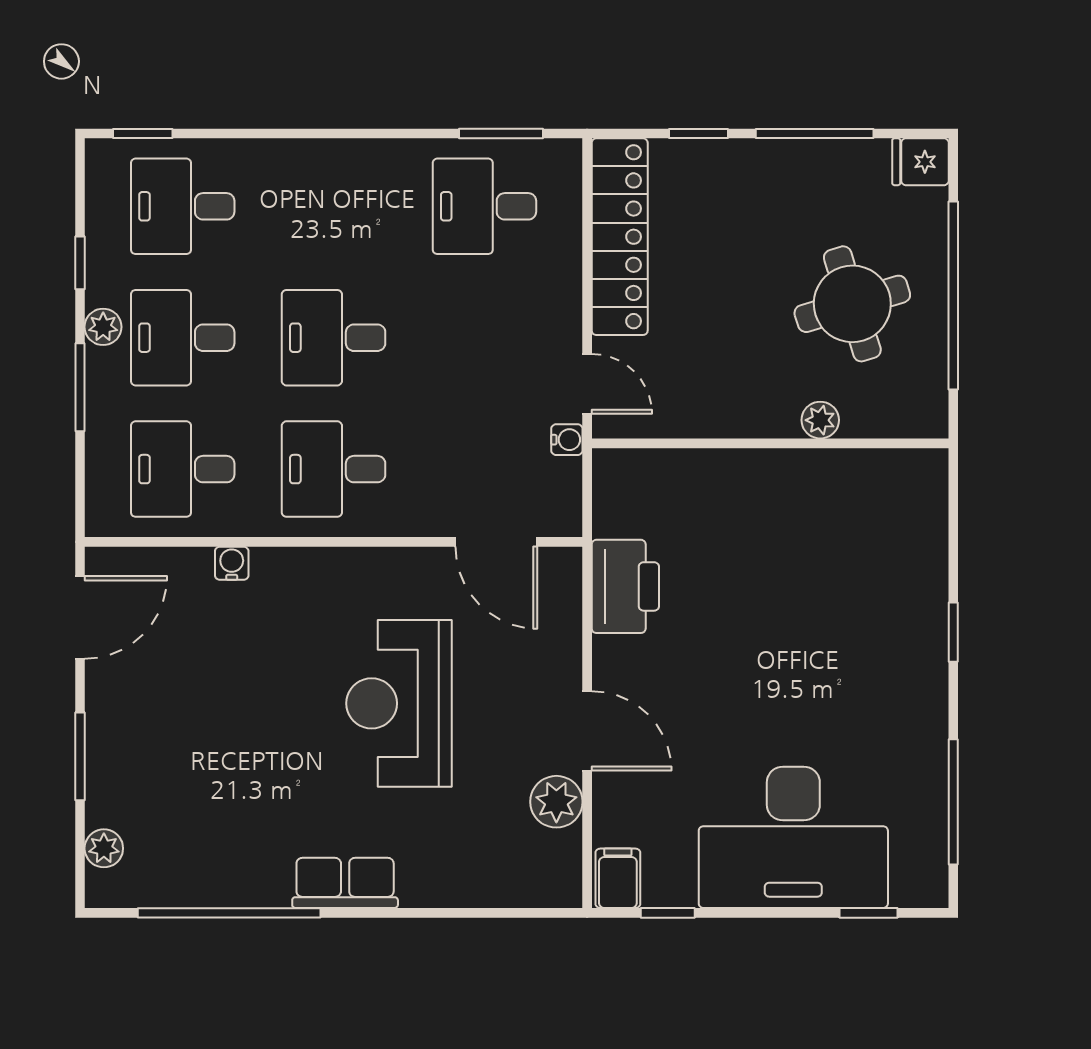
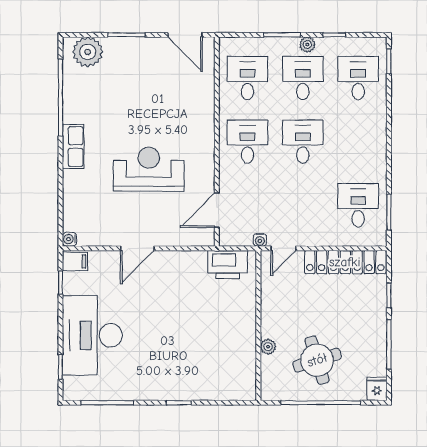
water cooler: (232, 563) -> (69, 239), moved, turned 180
printer: (625, 586) -> (228, 265), moved
plant: (556, 802) -> (107, 236), removed
plant: (104, 848) -> (88, 52), width x1.87, depth x1.87

